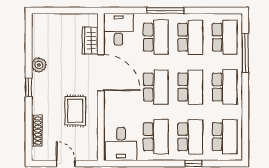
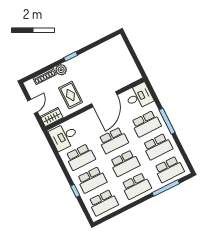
wardrobe: (90, 41) -> (52, 117), moved
plant: (39, 65) -> (61, 70), moved
rug: (75, 111) -> (71, 95), turned 90

